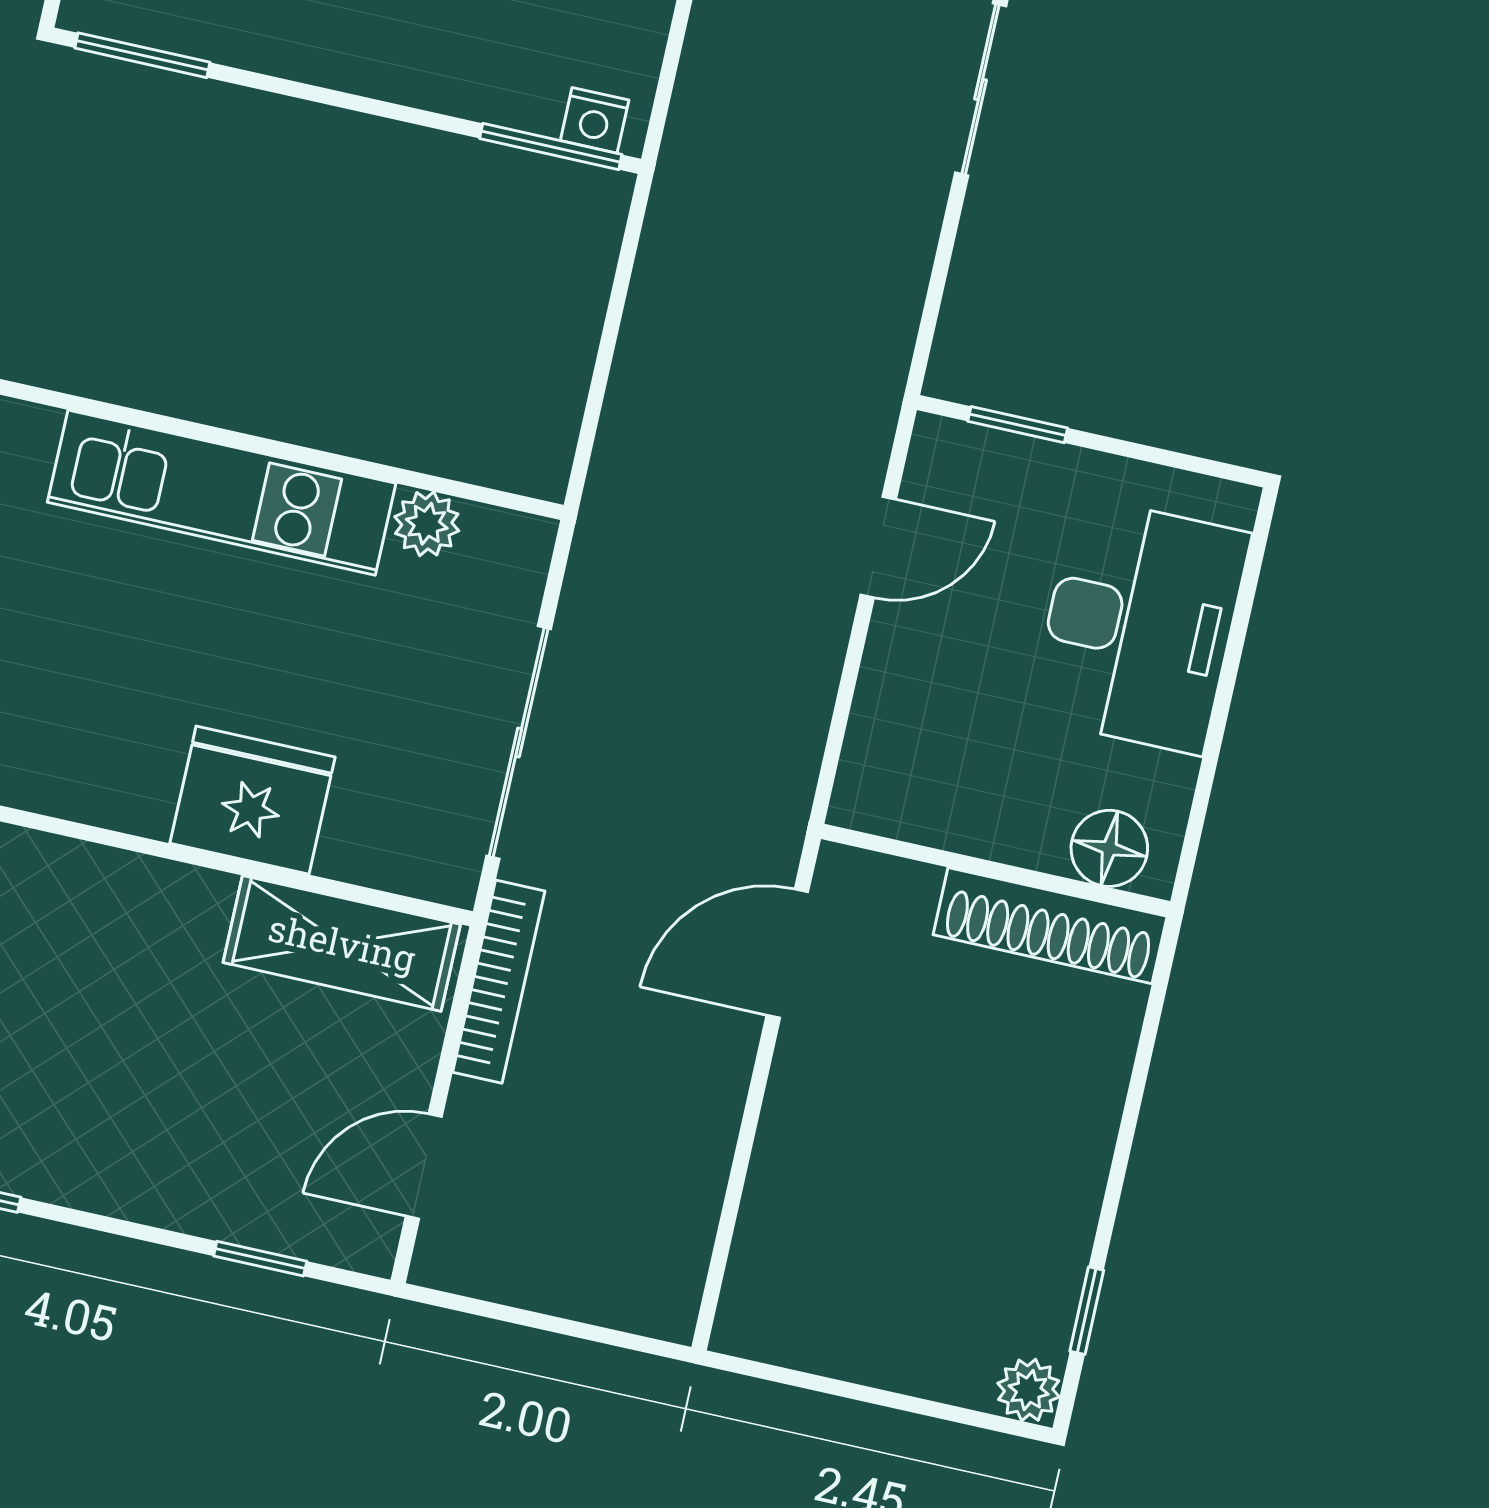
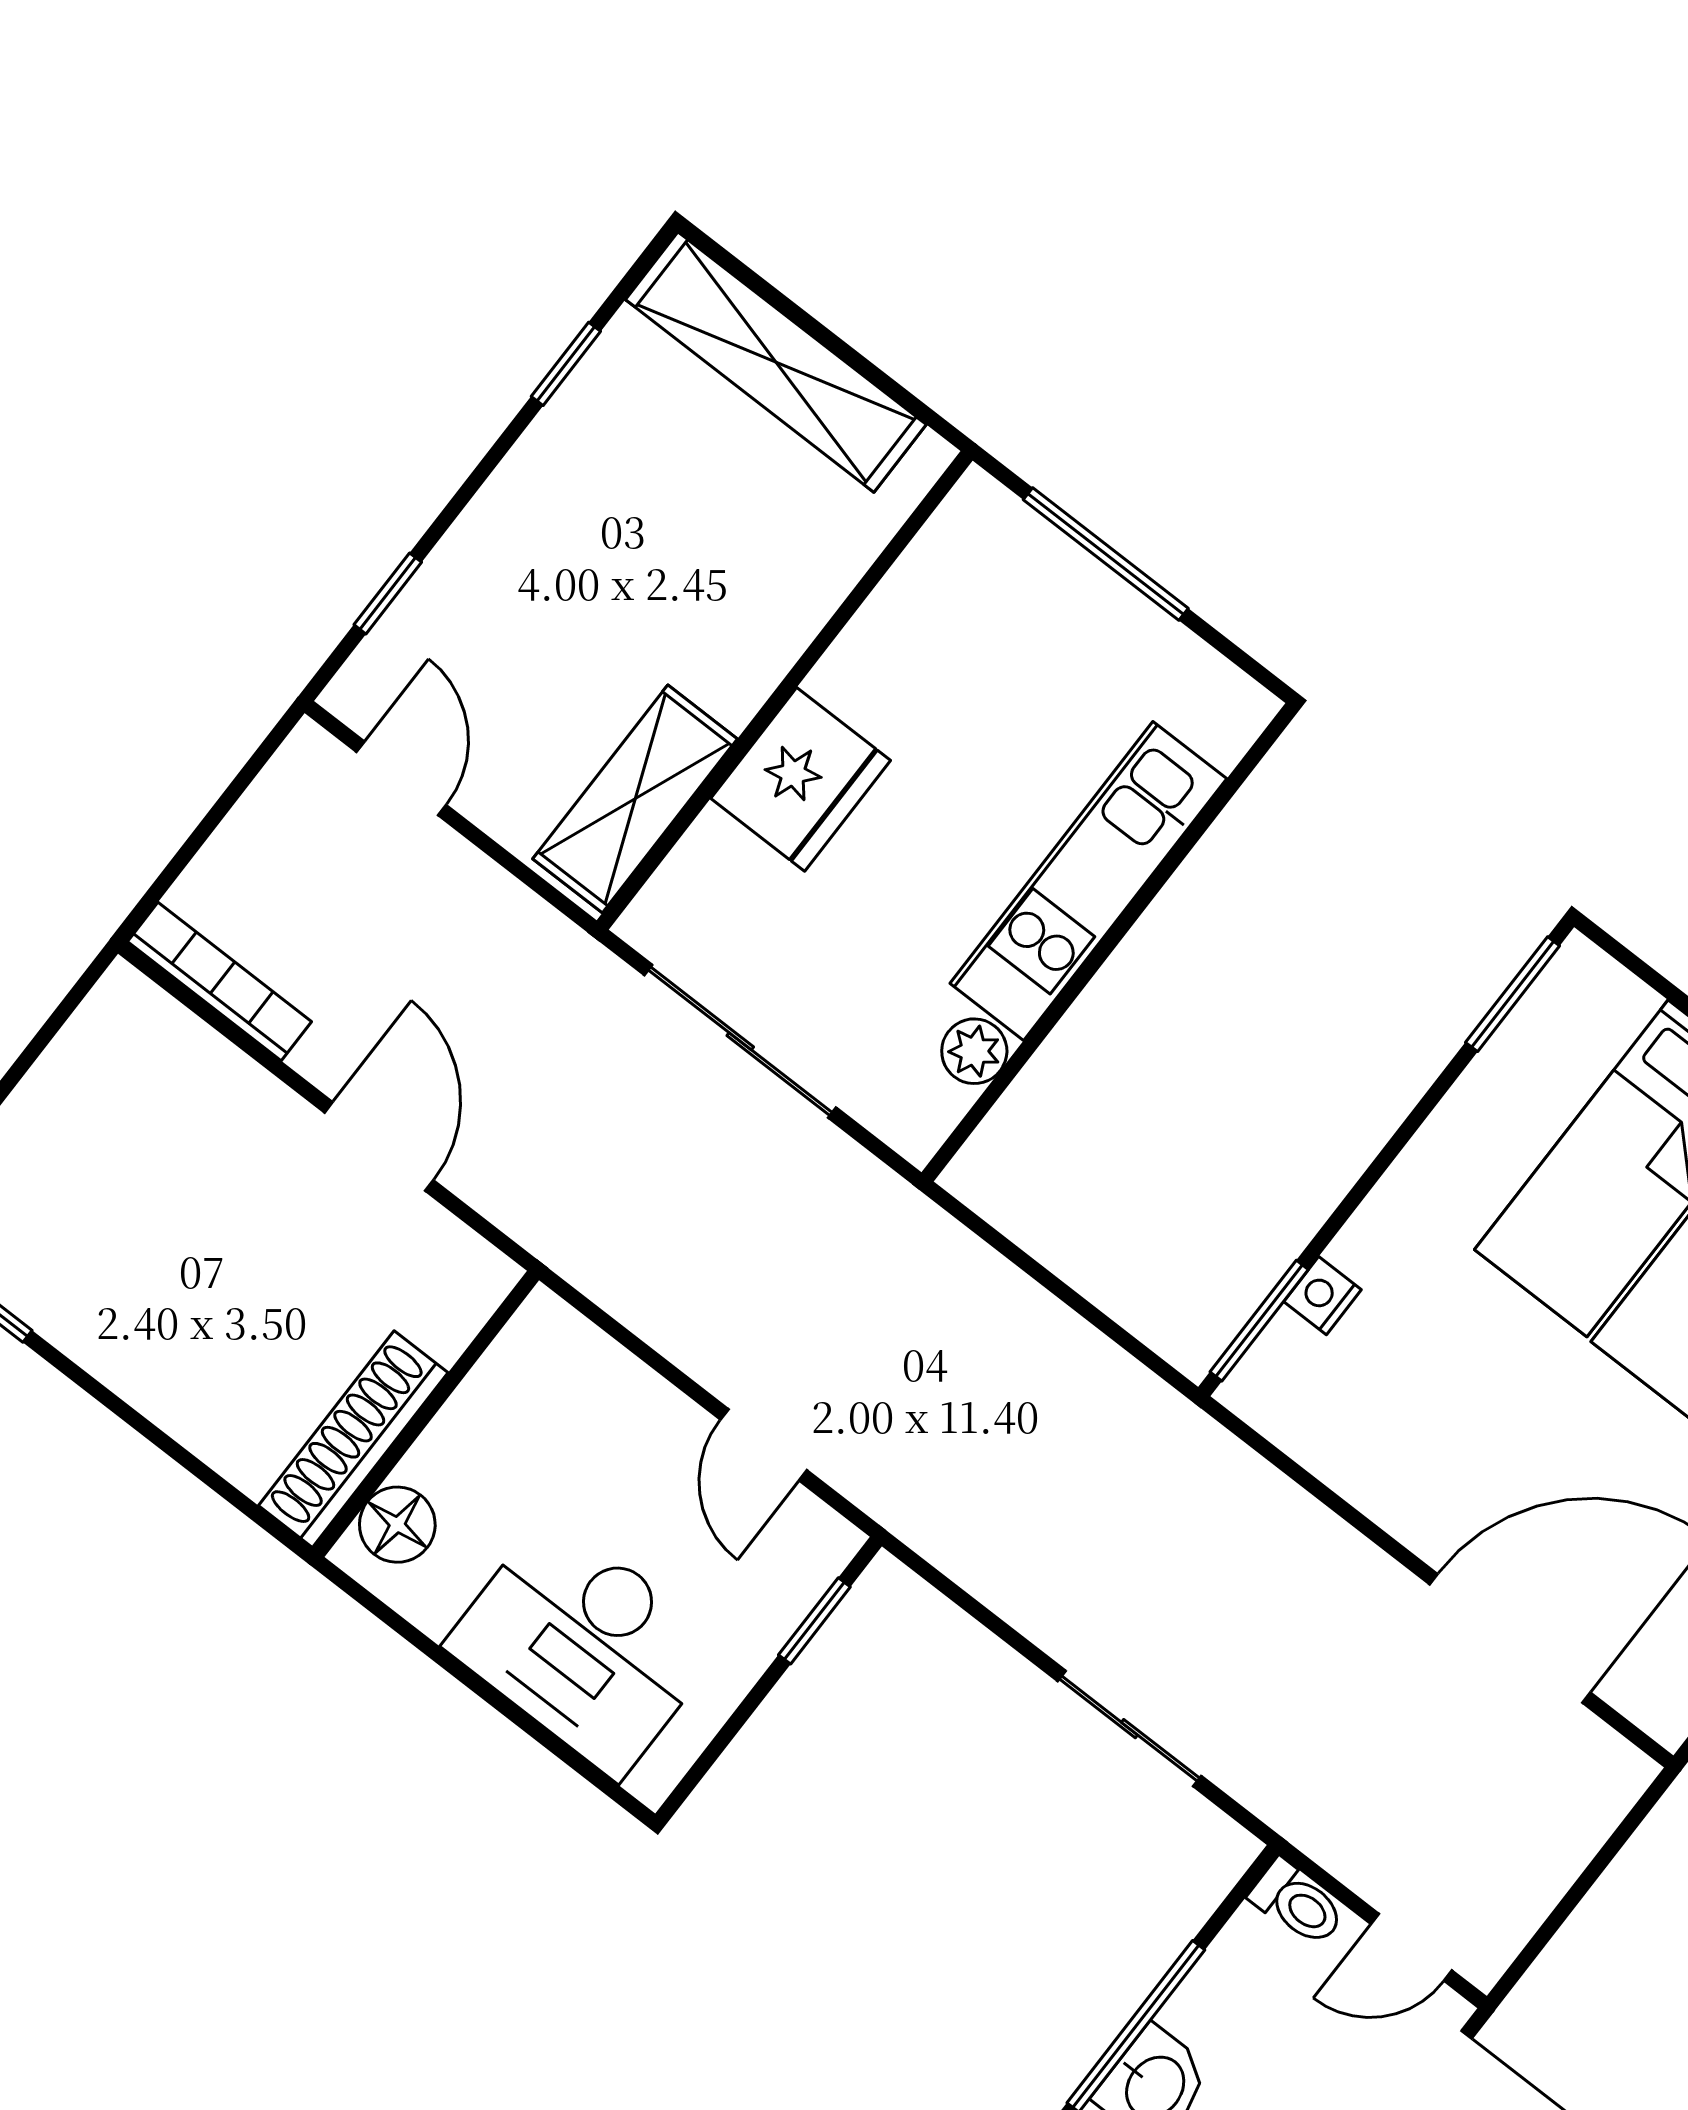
nightstand: (595, 120) -> (1323, 1296), moved
door: (787, 954) -> (379, 1146), moved
bookcase: (499, 982) -> (219, 982), moved, turned 180

